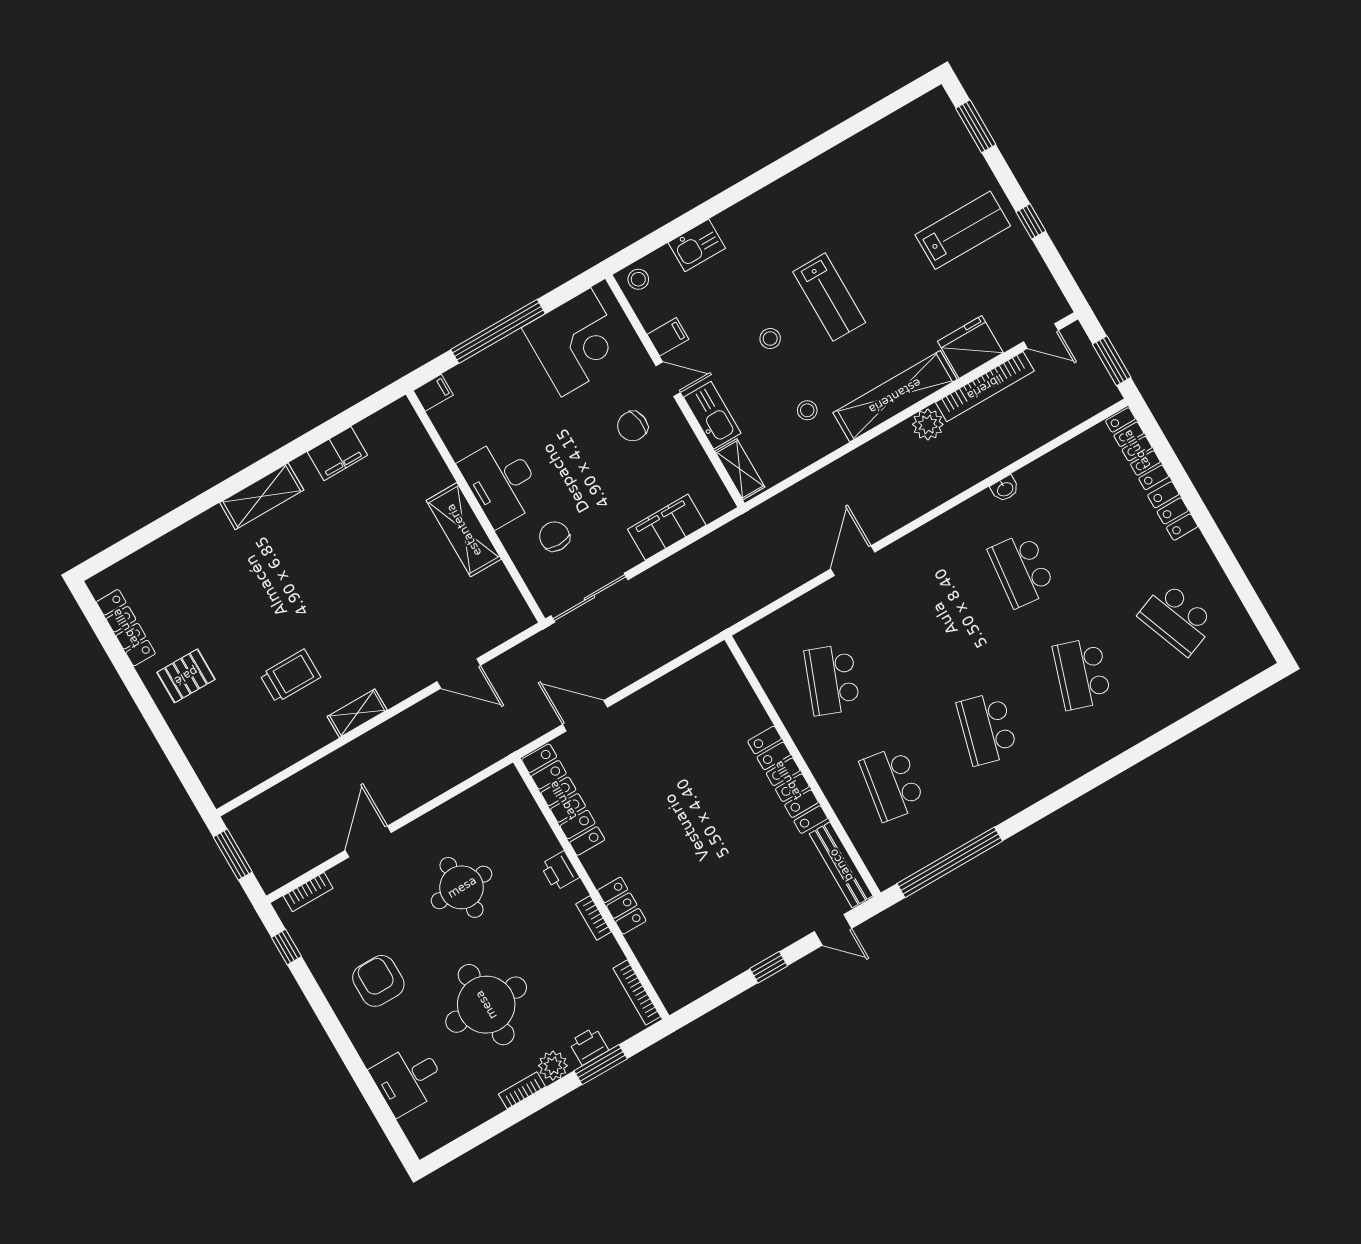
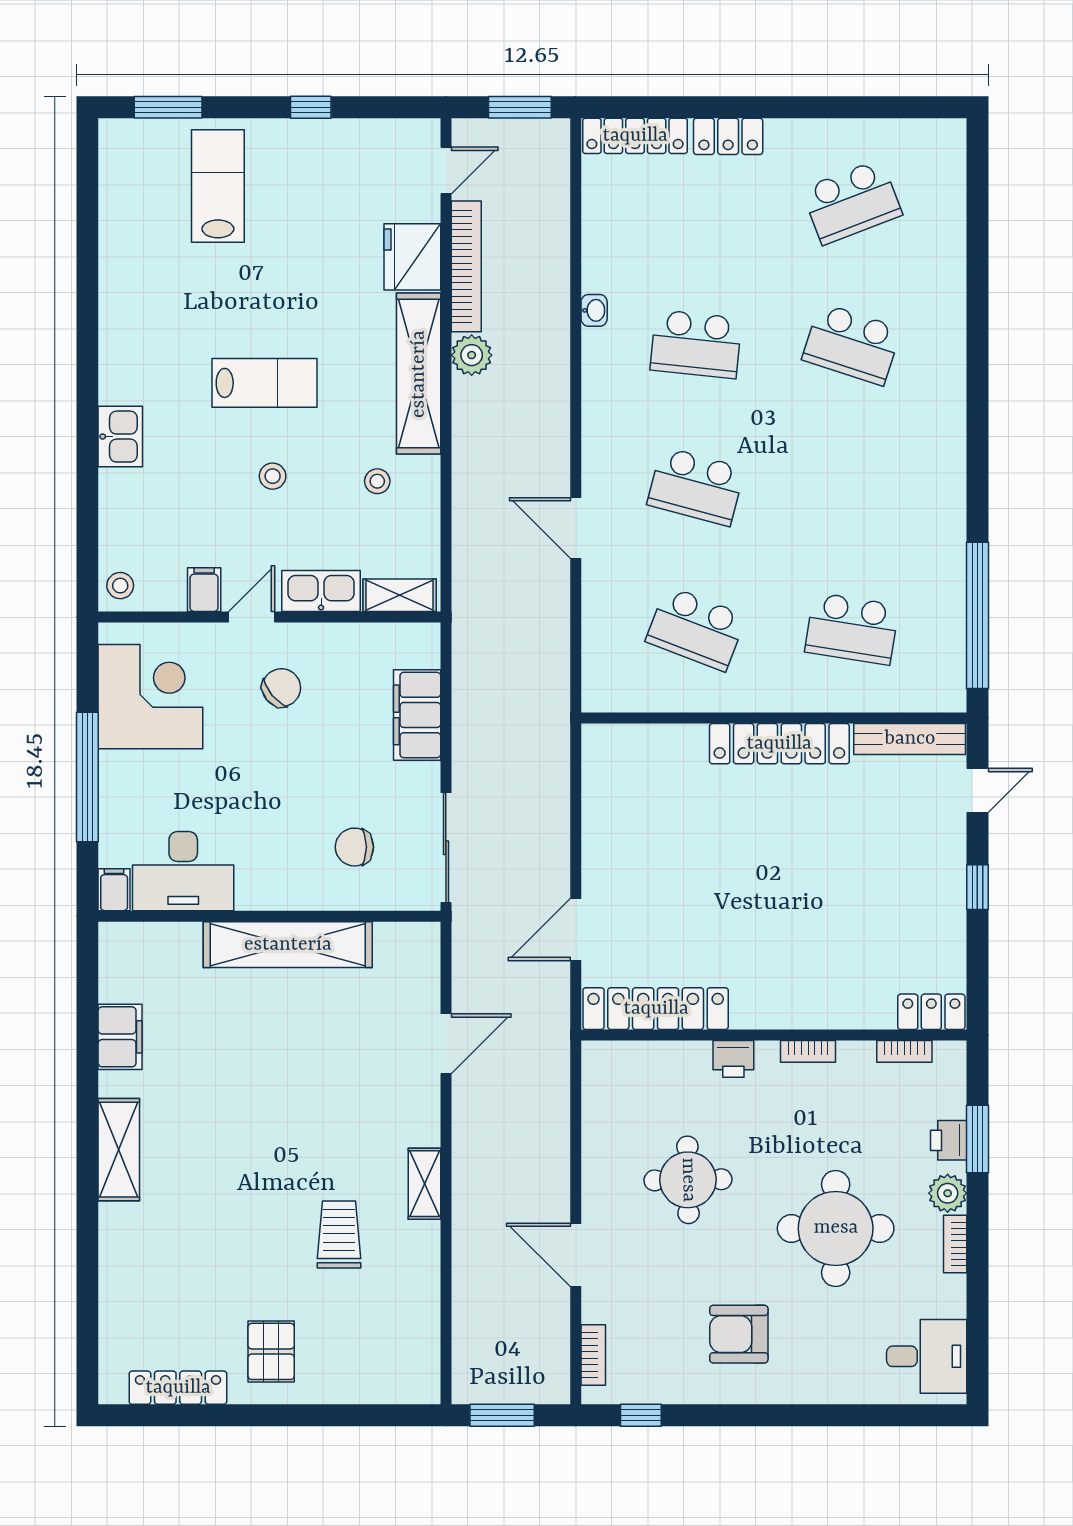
lab bench: (963, 230) -> (218, 186), moved
kitchen sink: (697, 245) -> (120, 437), moved
chair: (632, 426) -> (281, 688), turned -123
desk: (501, 482) -> (183, 871), moved
shelving: (464, 530) -> (288, 945), width x1.47
school desk: (987, 729) -> (696, 486), moved
locker: (622, 906) -> (931, 1012), moved
bookcase: (637, 992) -> (904, 1051), width x0.64
desk: (408, 1079) -> (927, 1356), moved, turned -90

